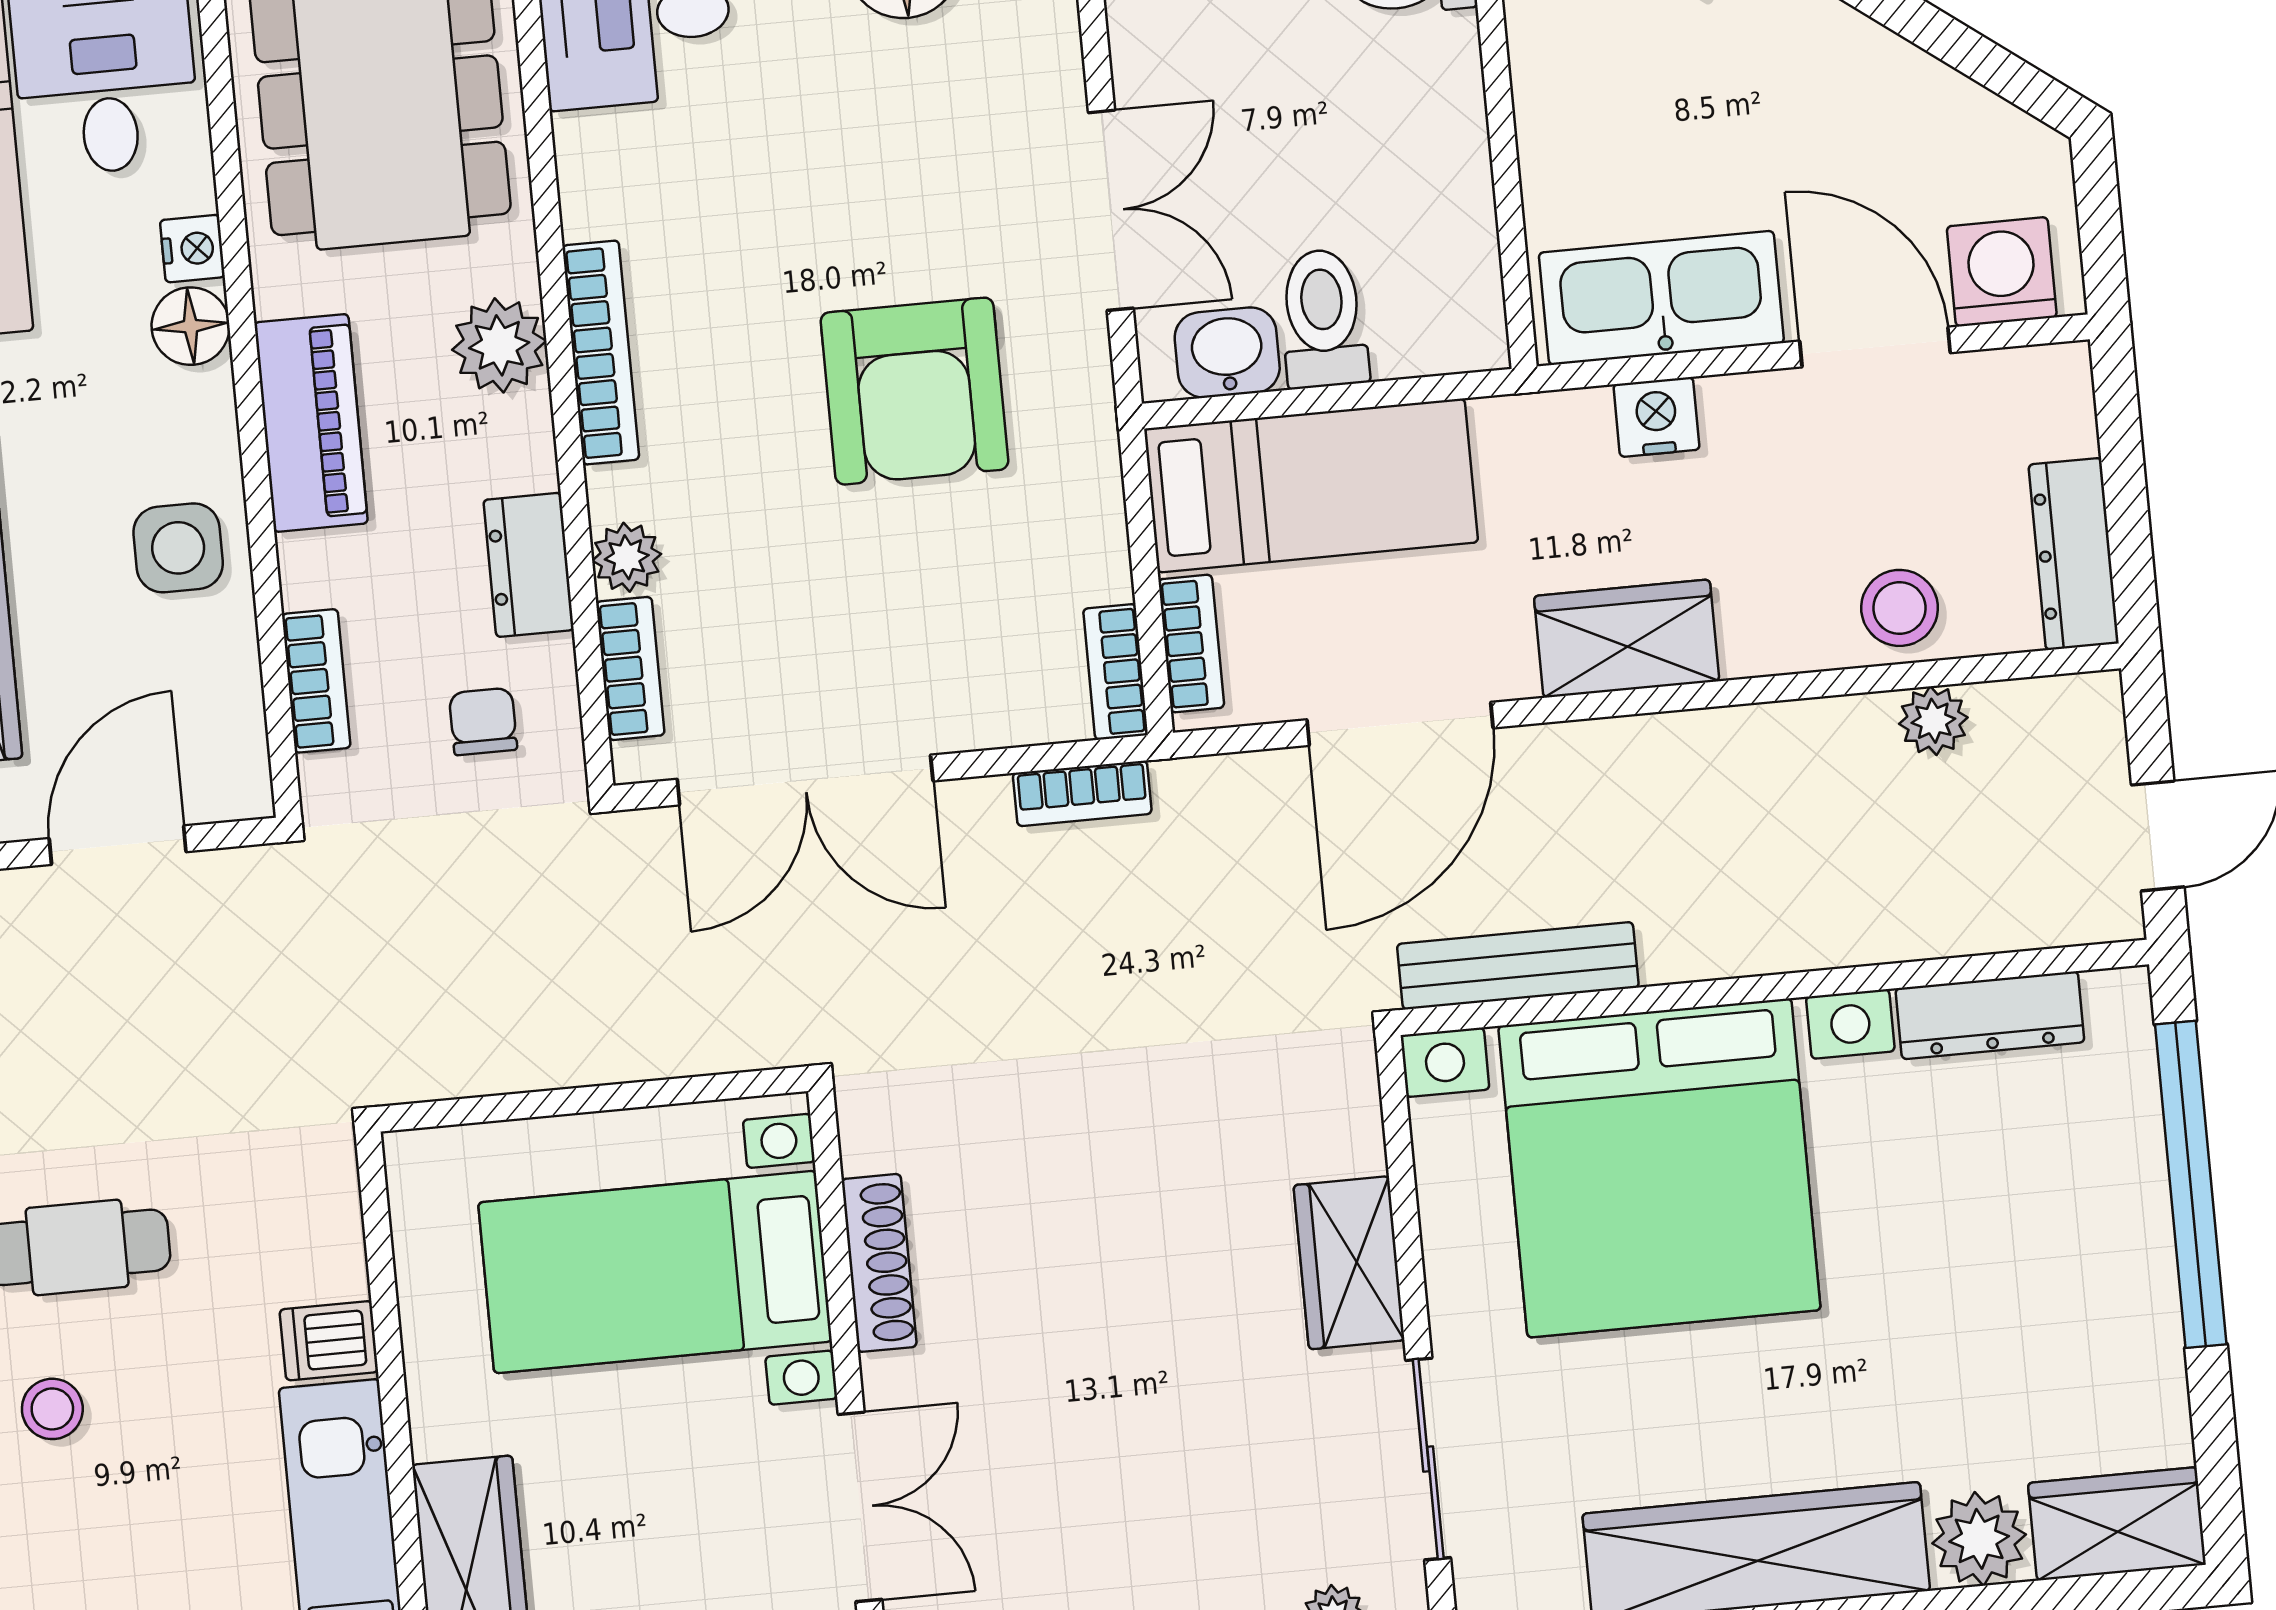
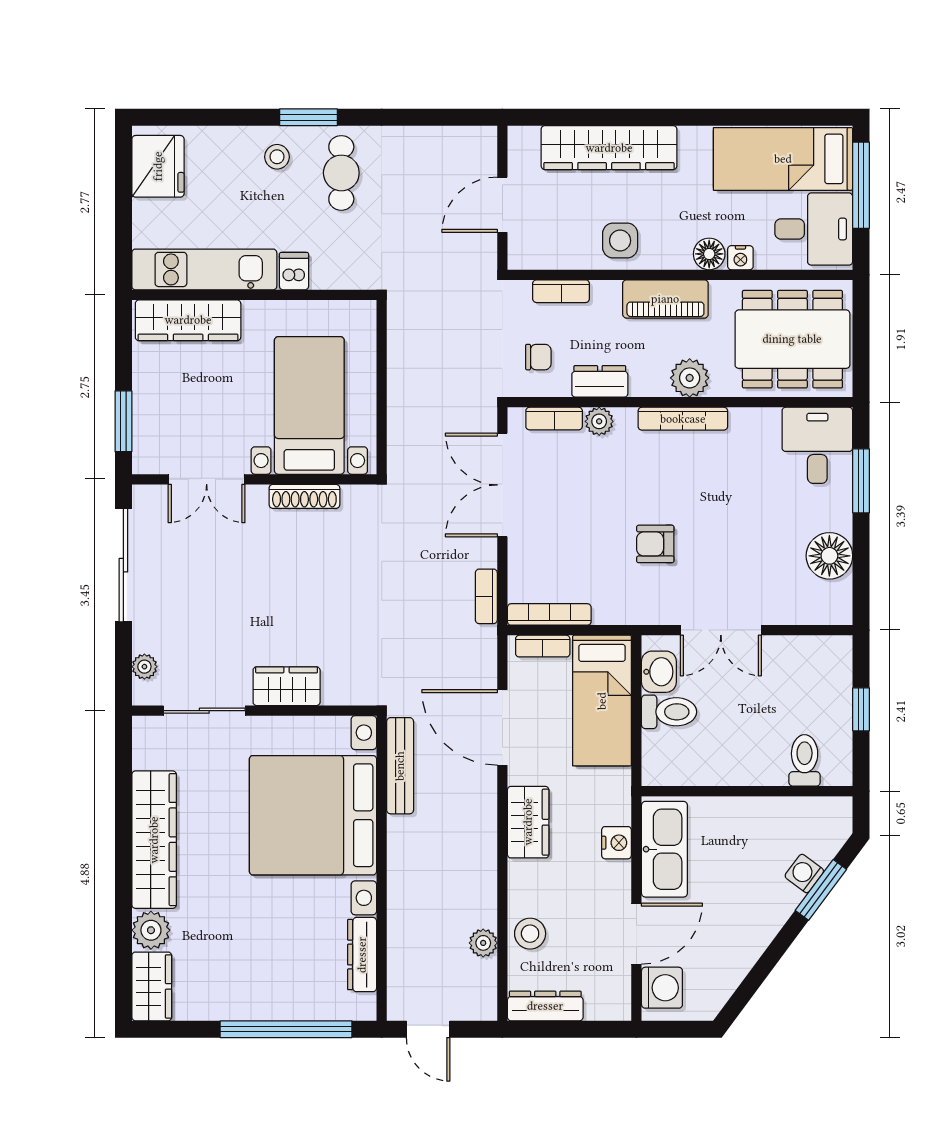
armchair: (914, 391) -> (655, 544), width x0.53, depth x0.53
bookcase: (1116, 672) -> (549, 614), width x1.56
door: (118, 845) -> (502, 205), swing flipped

